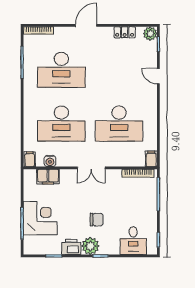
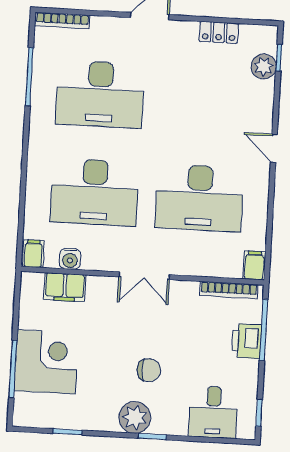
plant: (150, 34) -> (264, 66), moved
door: (158, 76) -> (274, 148), moved
printer: (71, 247) -> (247, 341), moved, turned -90

